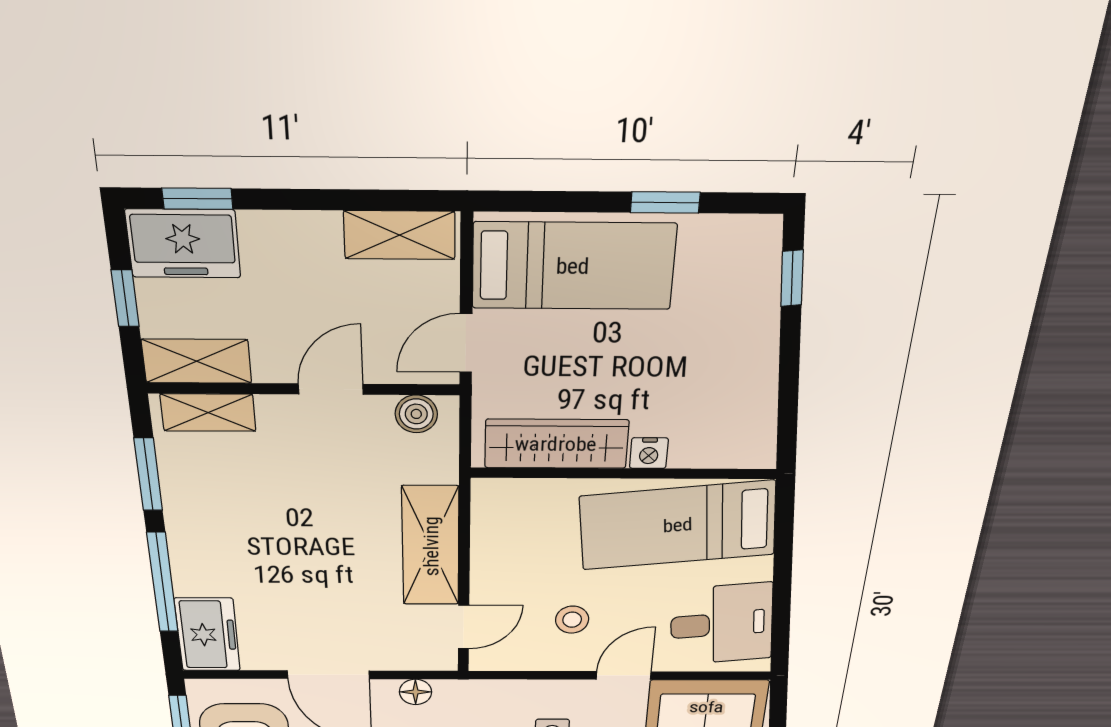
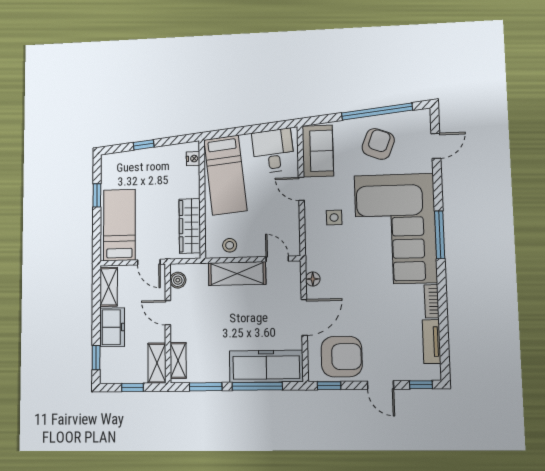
freezer: (183, 244) -> (112, 327), moved
window: (792, 278) -> (144, 145), moved
nightstand: (649, 453) -> (193, 159), moved
stool: (572, 620) -> (230, 245), moved
freezer: (207, 635) -> (266, 366), width x1.91, depth x1.26

